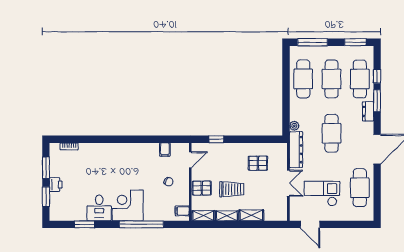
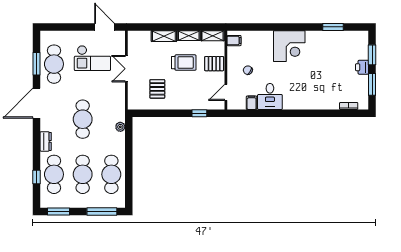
window: (377, 101) -> (37, 64), moved
dresser: (296, 150) -> (119, 103), removed
pallet: (258, 163) -> (157, 89), turned 90
trolley: (232, 189) -> (184, 63), turned 180
desk: (99, 208) -> (270, 96), moved, turned 180
window: (141, 224) -> (275, 27), removed

